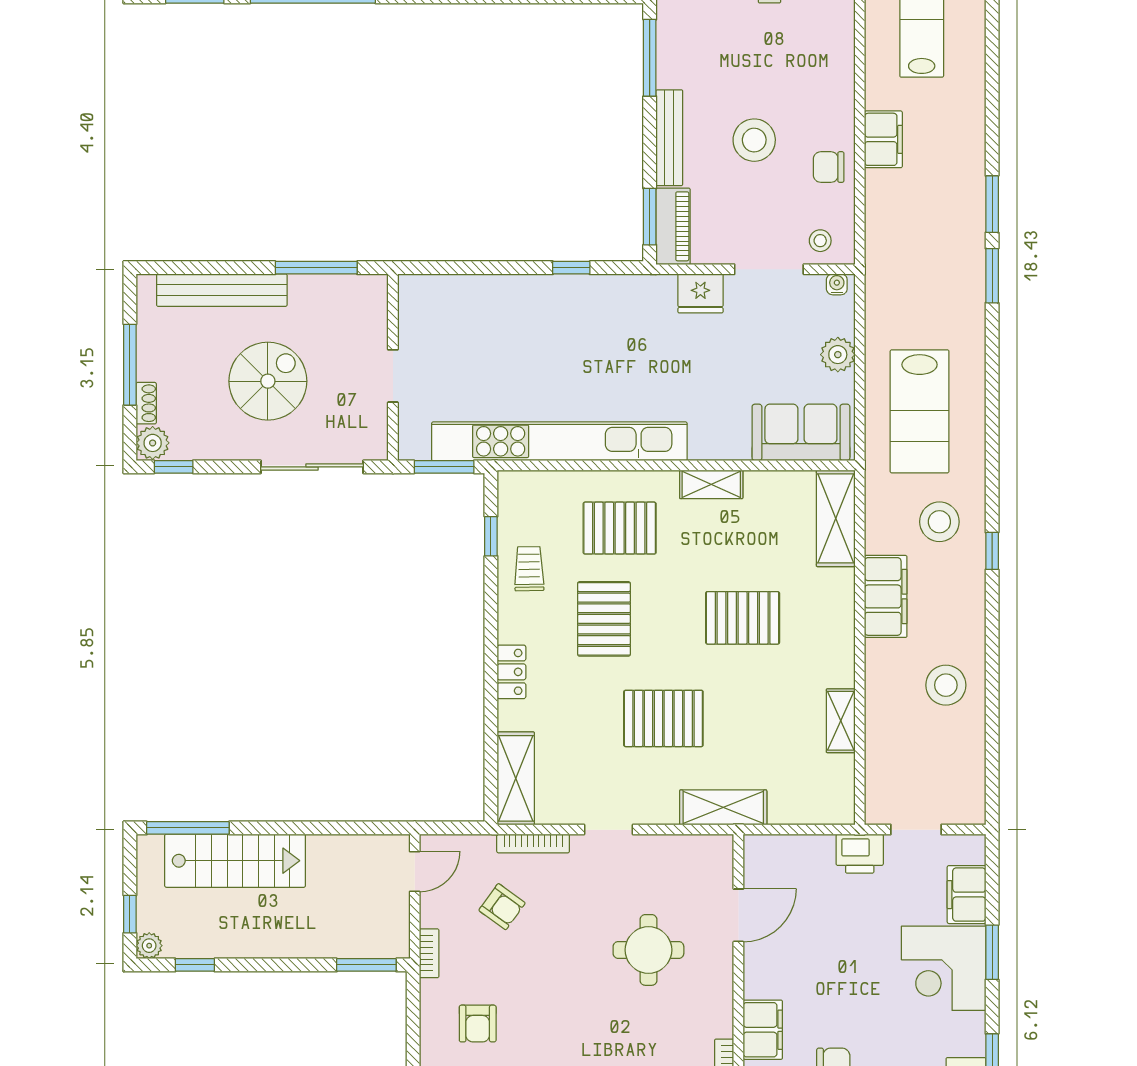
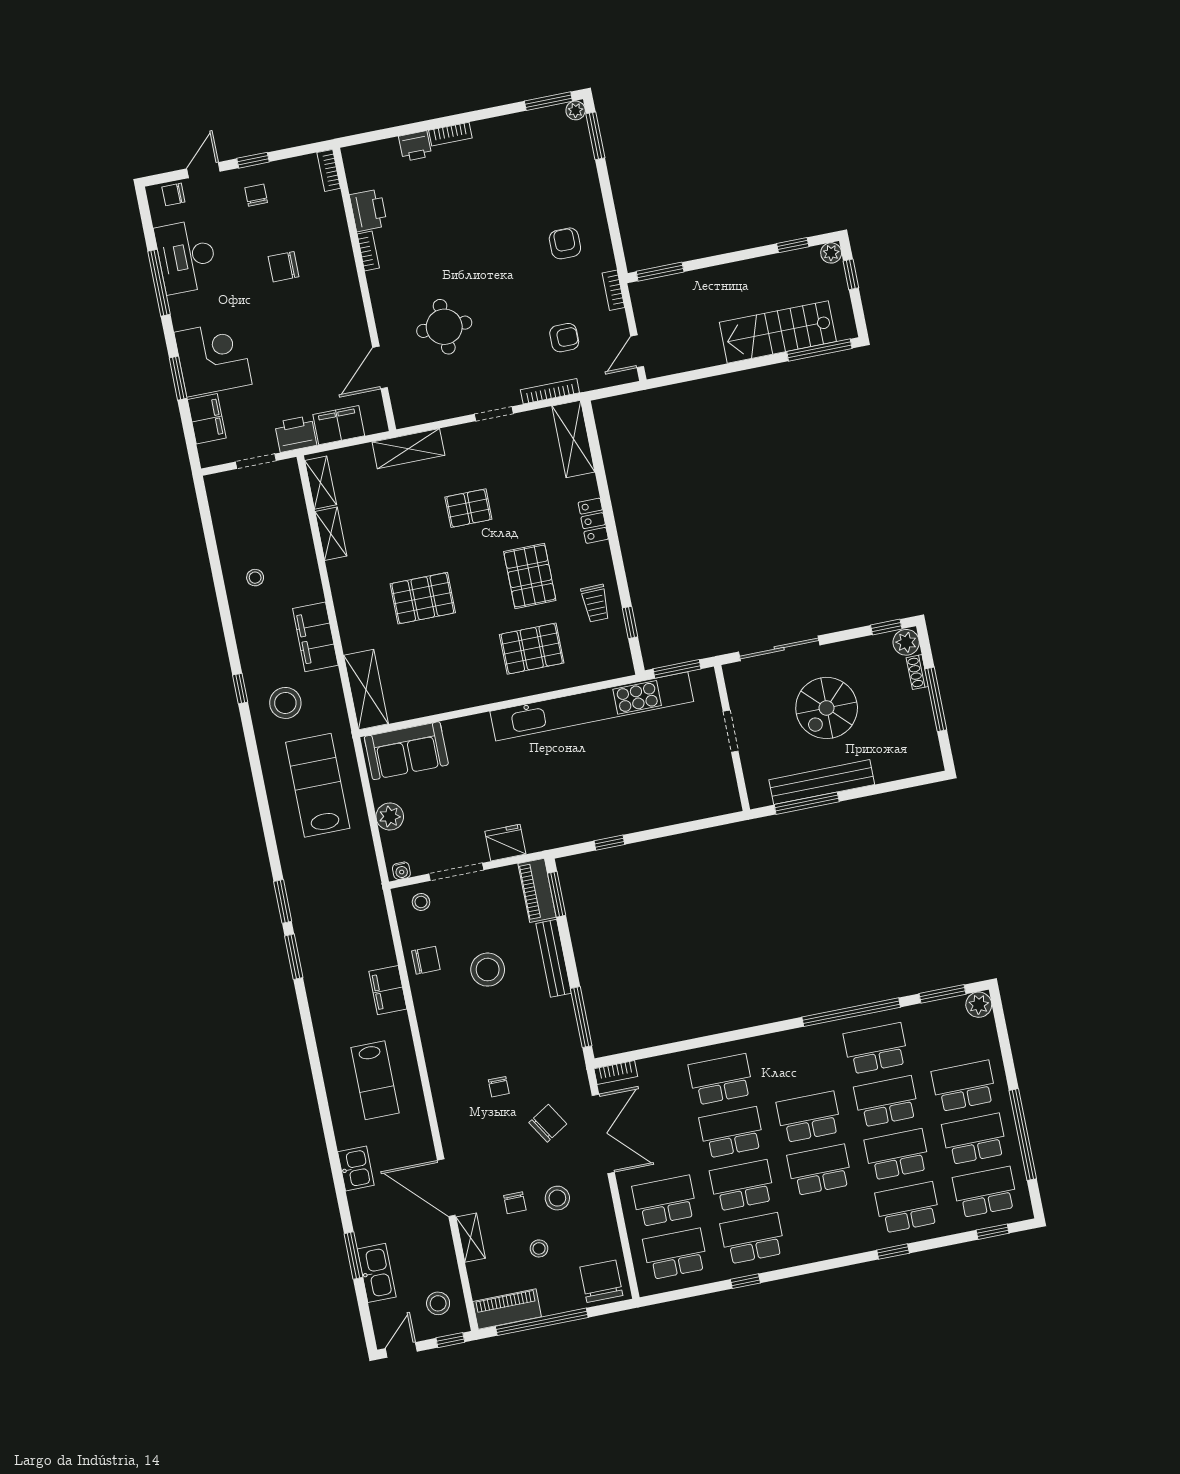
bench: (222, 290) -> (822, 782), moved
shelving: (711, 484) -> (321, 483), moved, turned 90
stool: (946, 685) -> (255, 578), width x0.53, depth x0.53
pallet: (663, 718) -> (468, 508), width x0.67, depth x0.71
armchair: (502, 907) -> (564, 338), turned 144
filing cabinet: (763, 1030) -> (339, 425), moved, turned 90

